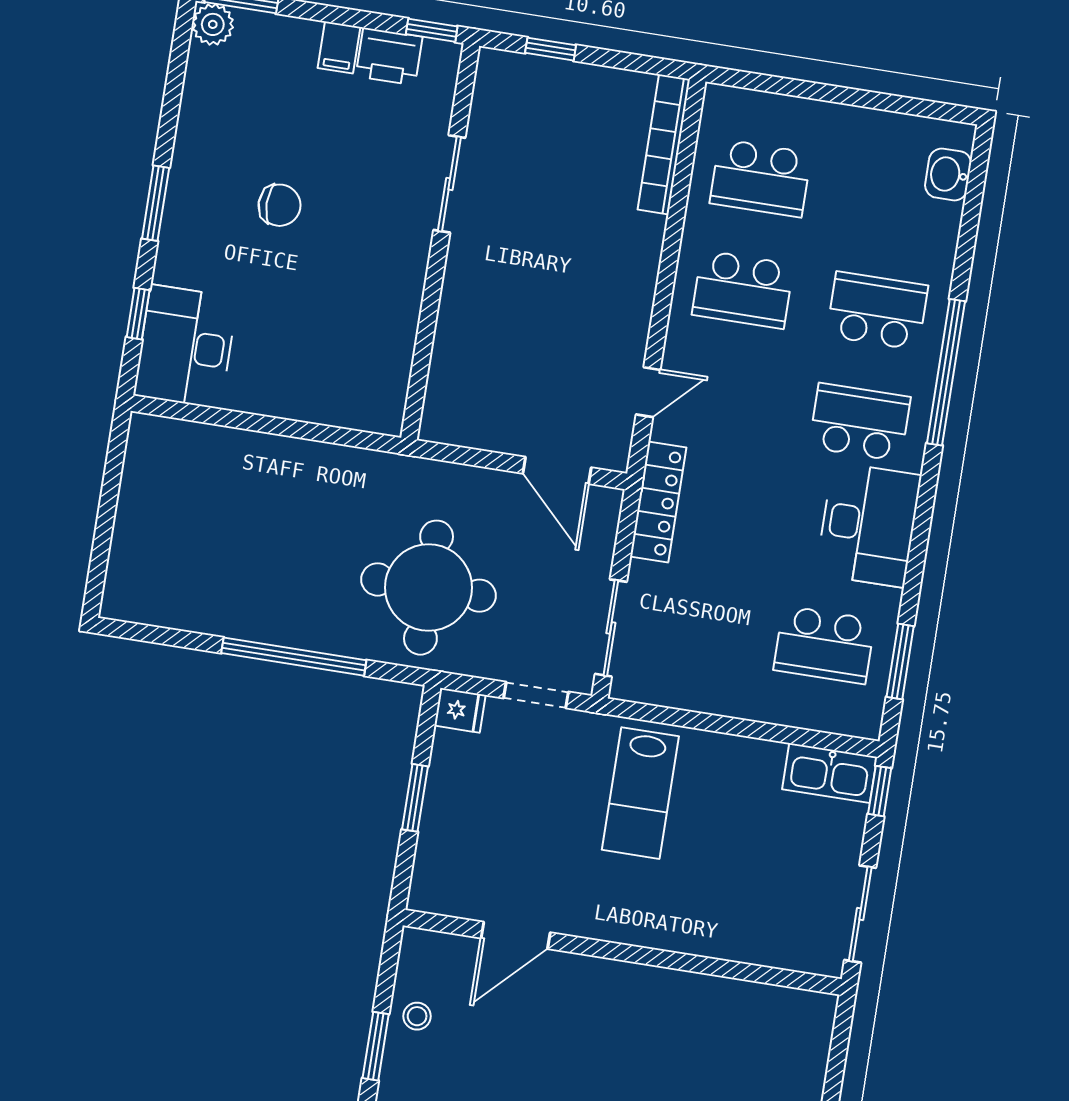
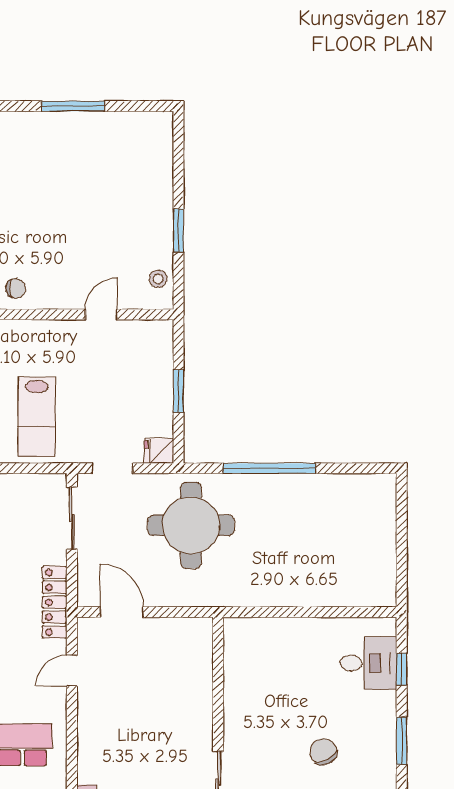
chair: (280, 205) -> (323, 752), turned 62
desk: (186, 346) -> (368, 663), width x0.73
lab bench: (640, 793) -> (37, 417), turned 180
door: (516, 935) -> (101, 314), width x0.73
chair: (641, 997) -> (16, 288), added
stool: (417, 1016) -> (158, 279), moved

